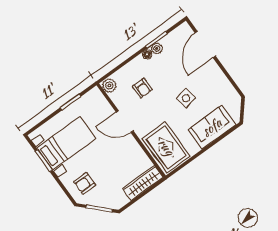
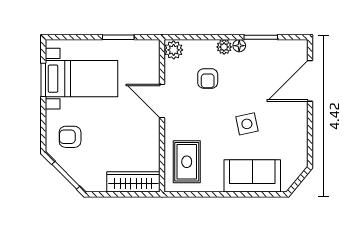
plant: (157, 48) -> (224, 47), moved
rug: (166, 147) -> (187, 162), width x0.73, depth x0.70

